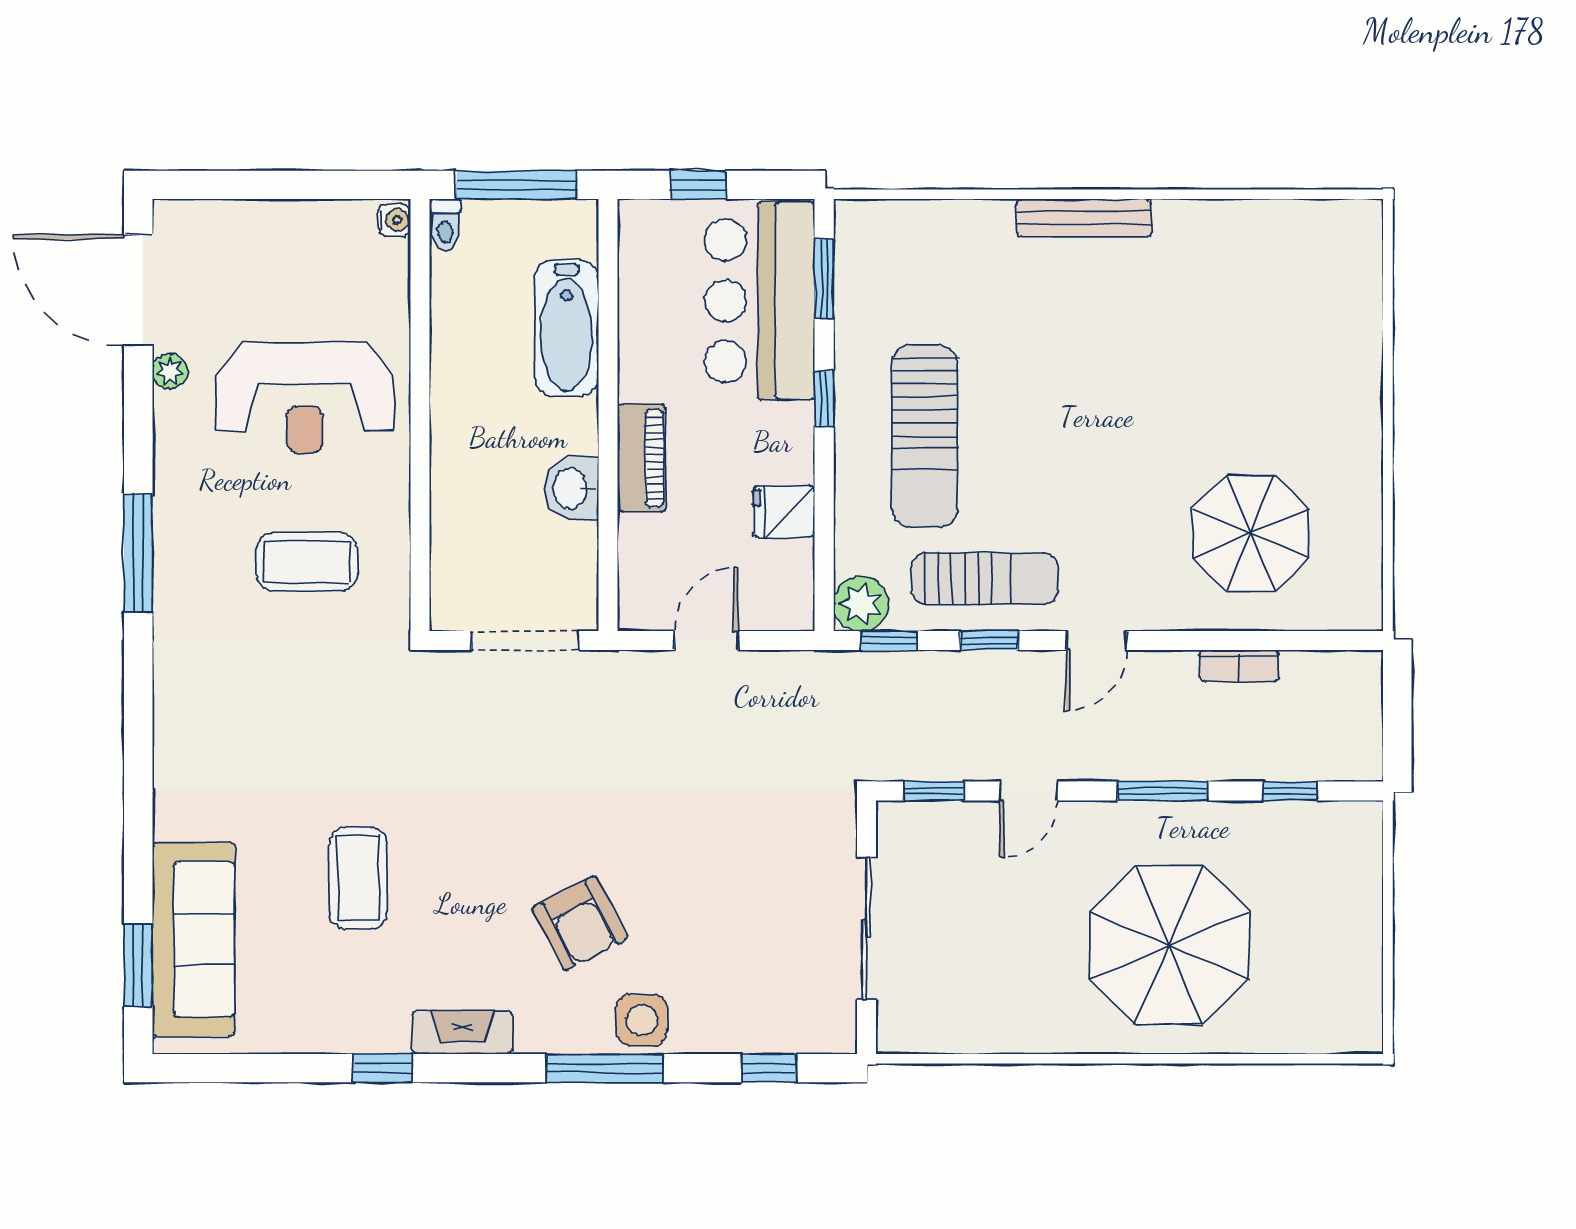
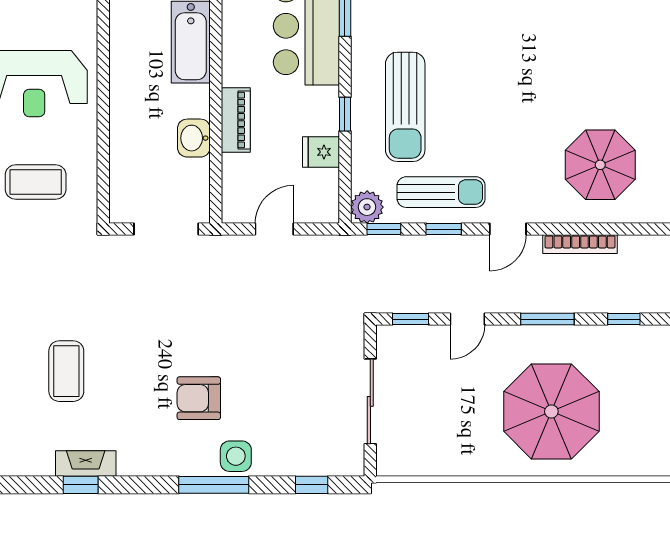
window: (824, 399) -> (345, 114), moved
bookcase: (1239, 666) -> (580, 244), width x1.56
armchair: (580, 923) -> (199, 398), turned 117
fireplace: (462, 1033) -> (86, 464), moved

